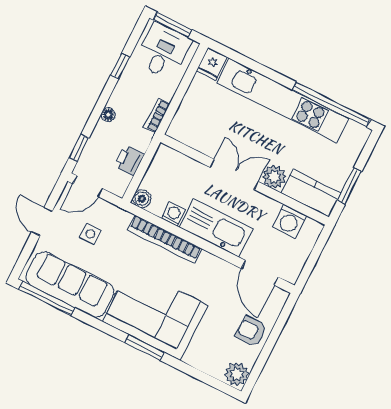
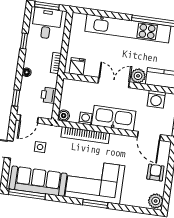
fridge: (212, 64) -> (77, 66), moved, turned 180
armchair: (251, 331) -> (155, 173), turned 90

